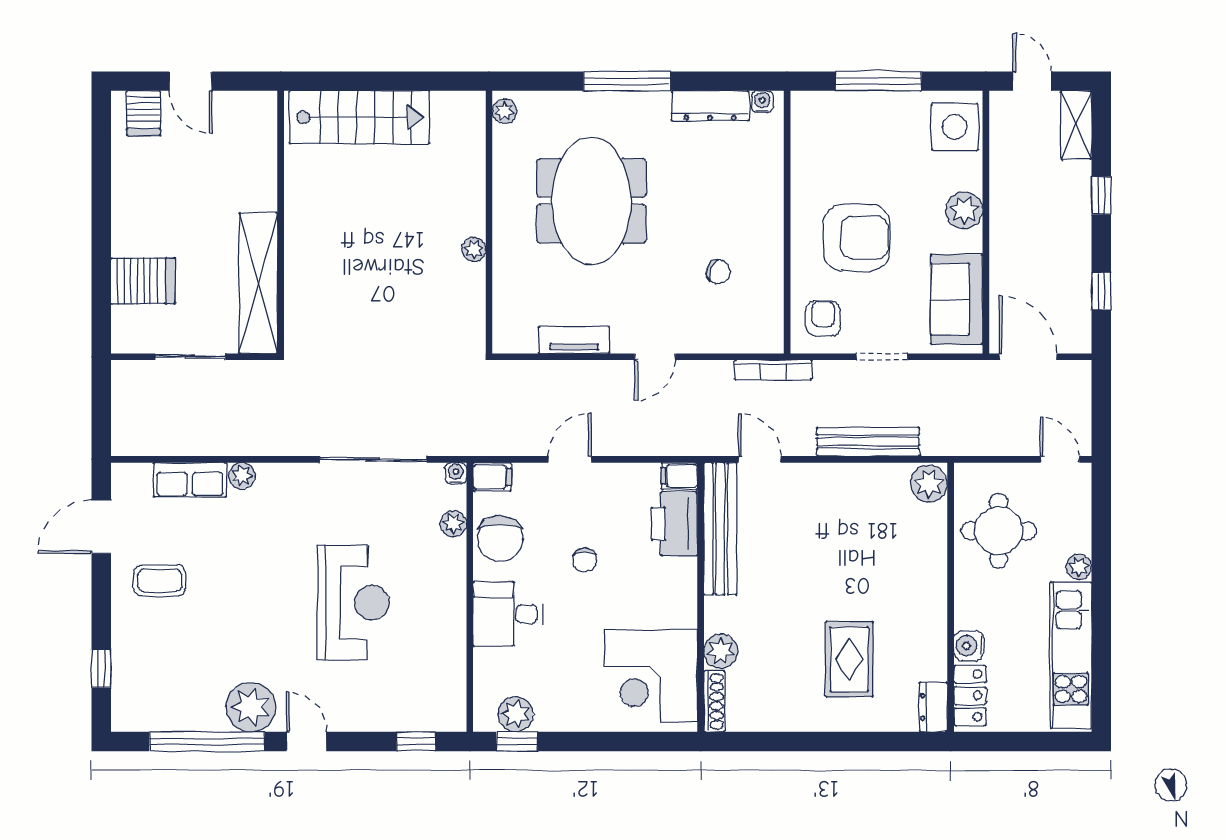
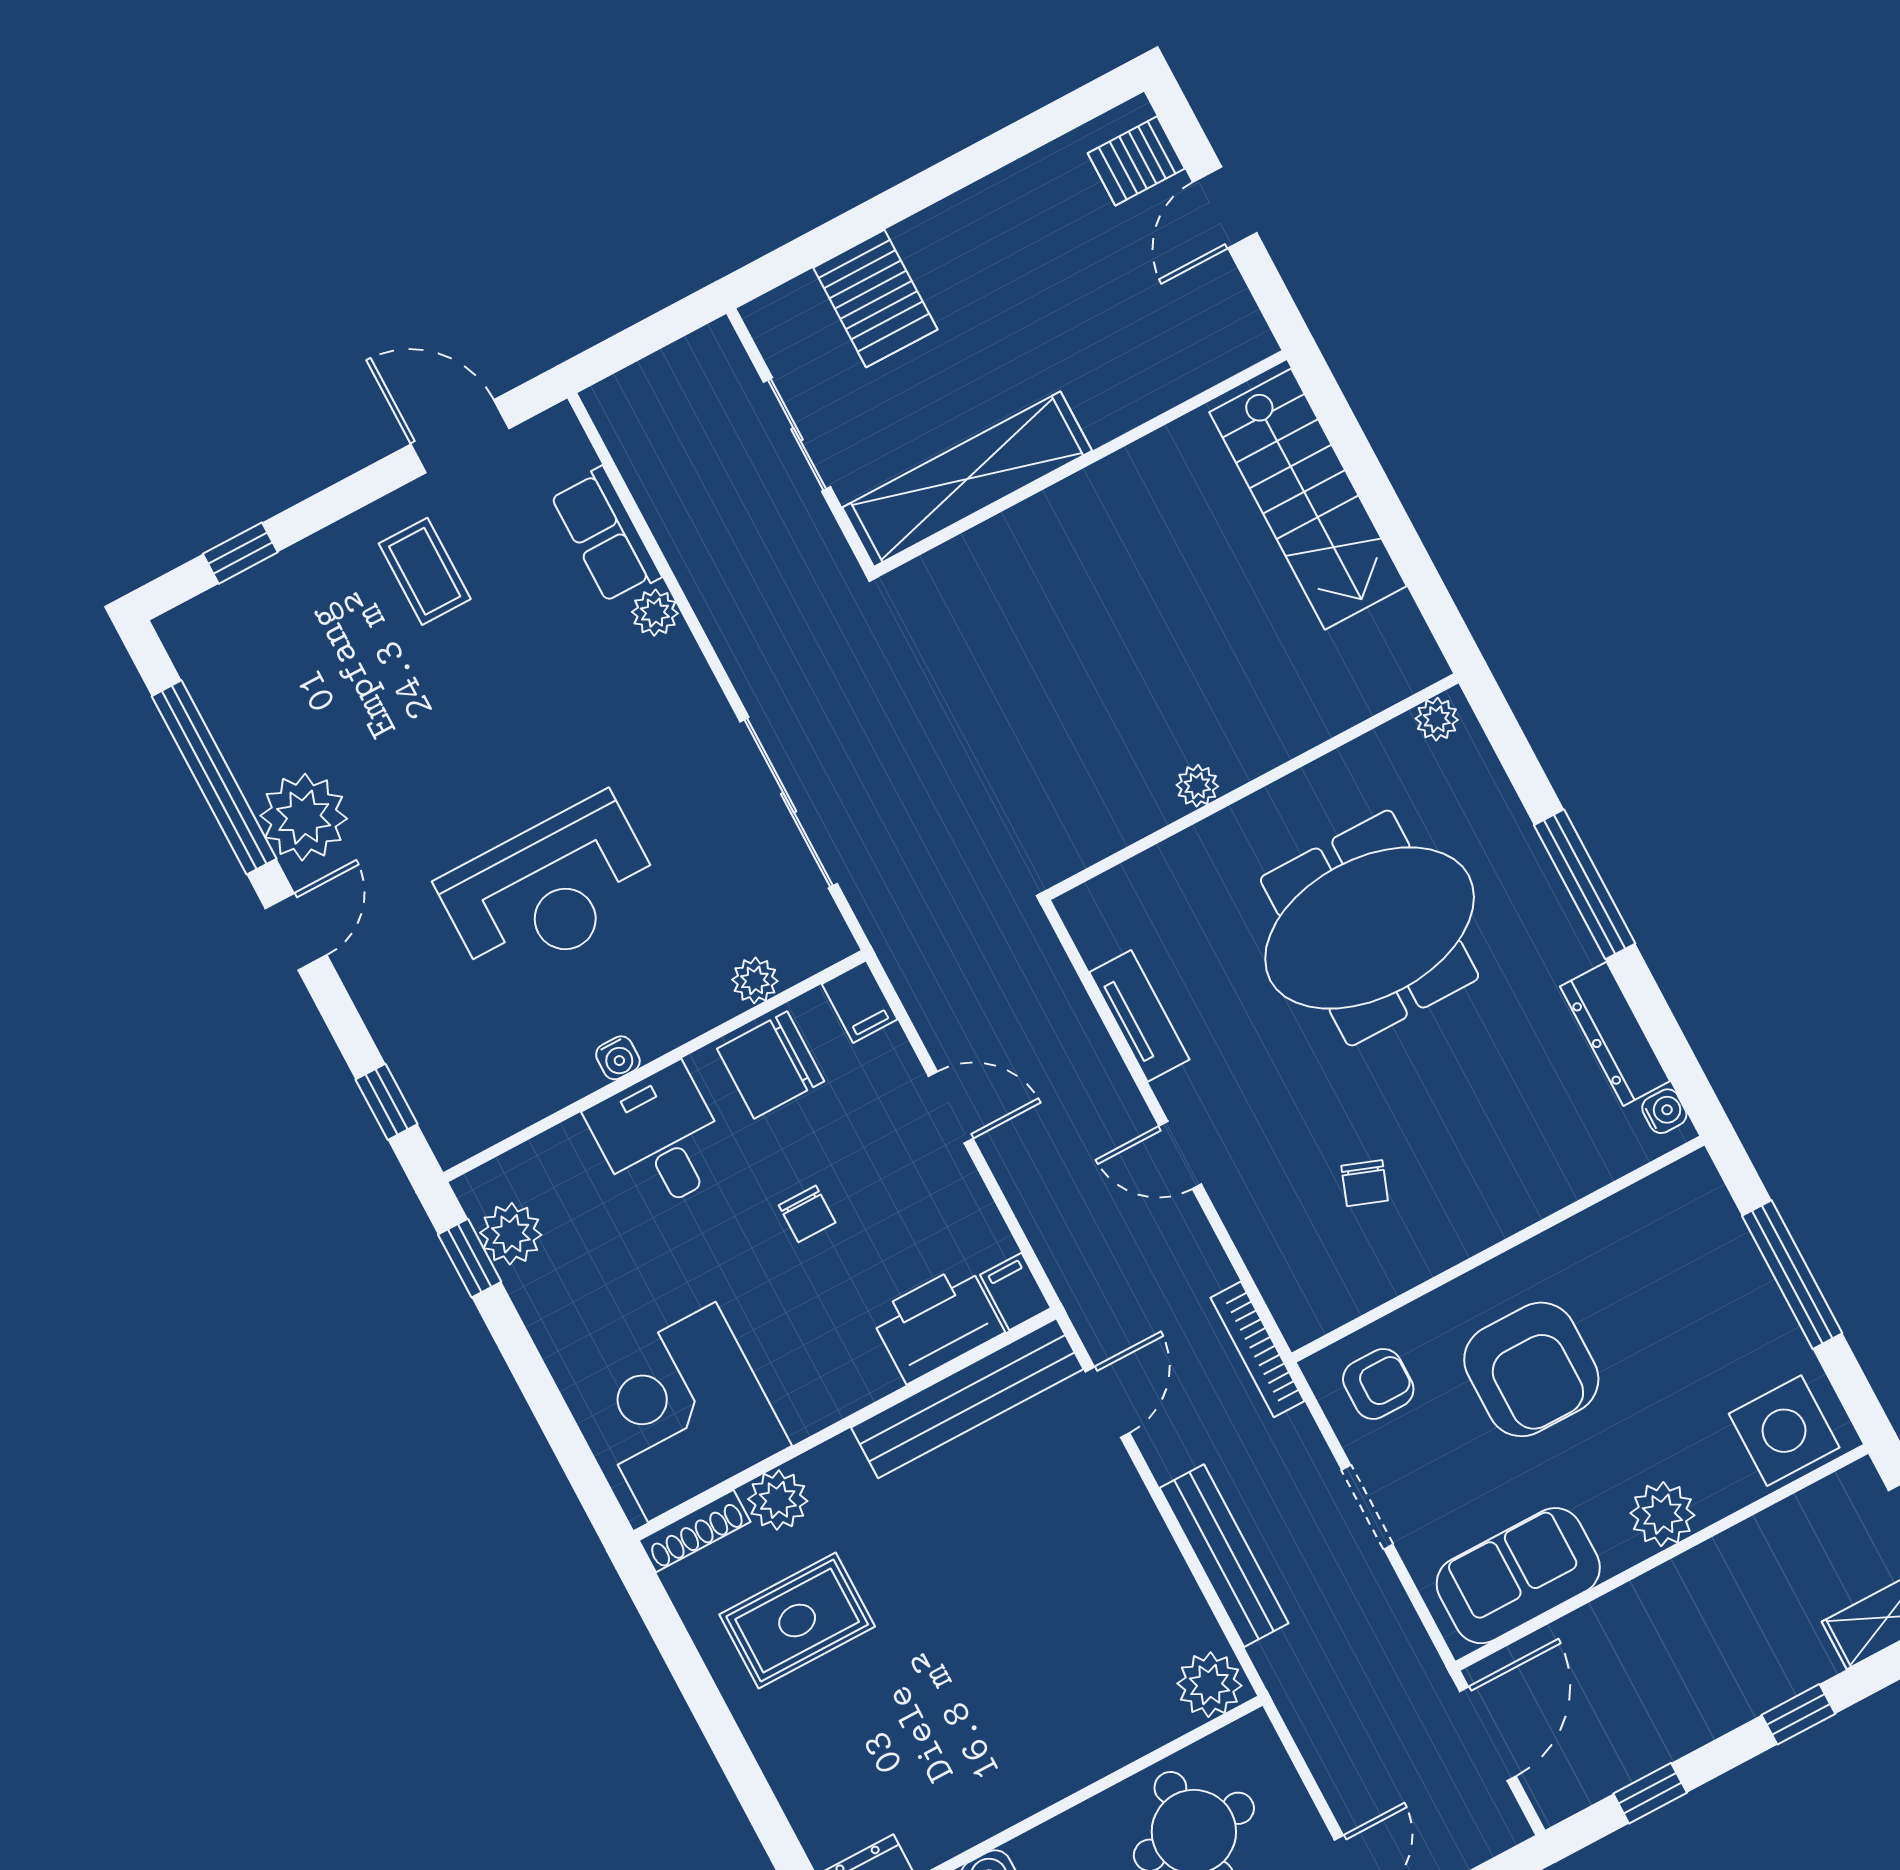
water cooler: (456, 473) -> (618, 1058), moved, turned 90
chair: (585, 560) -> (807, 1214), turned -90
rug: (849, 659) -> (797, 1620), moved

